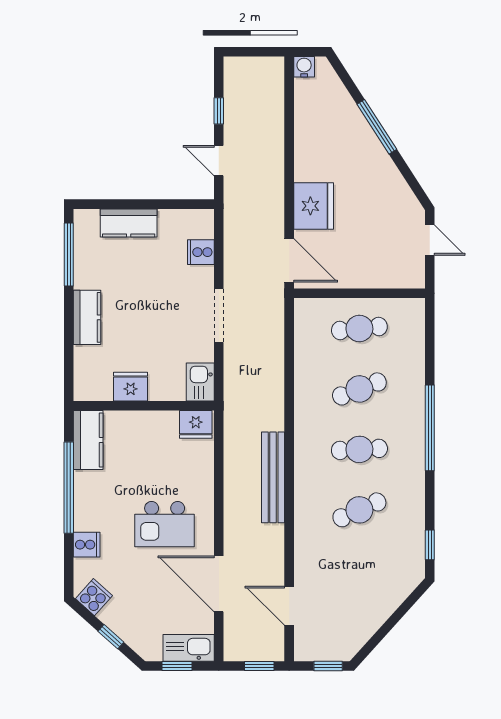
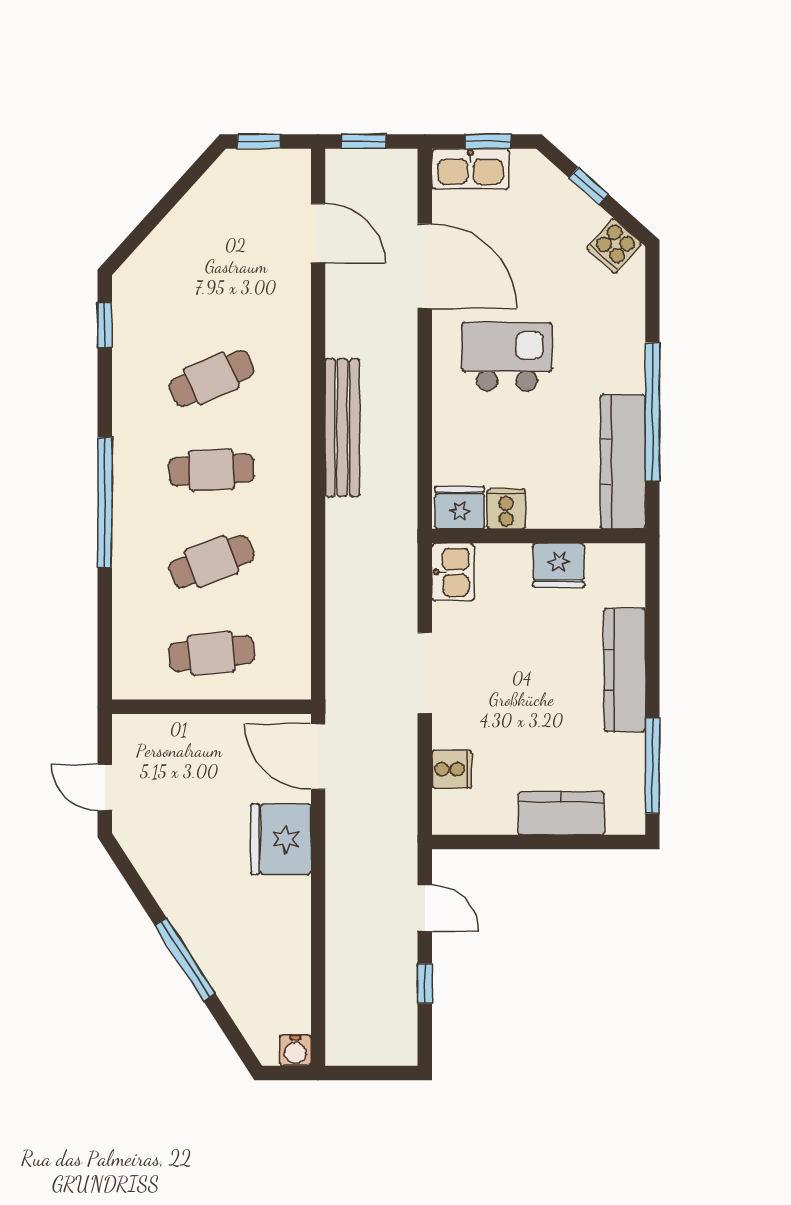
kitchen counter: (87, 317) -> (625, 670), width x1.50
kitchen counter: (88, 440) -> (623, 462), width x1.50
cooker: (87, 545) -> (506, 509), moved, turned 90

